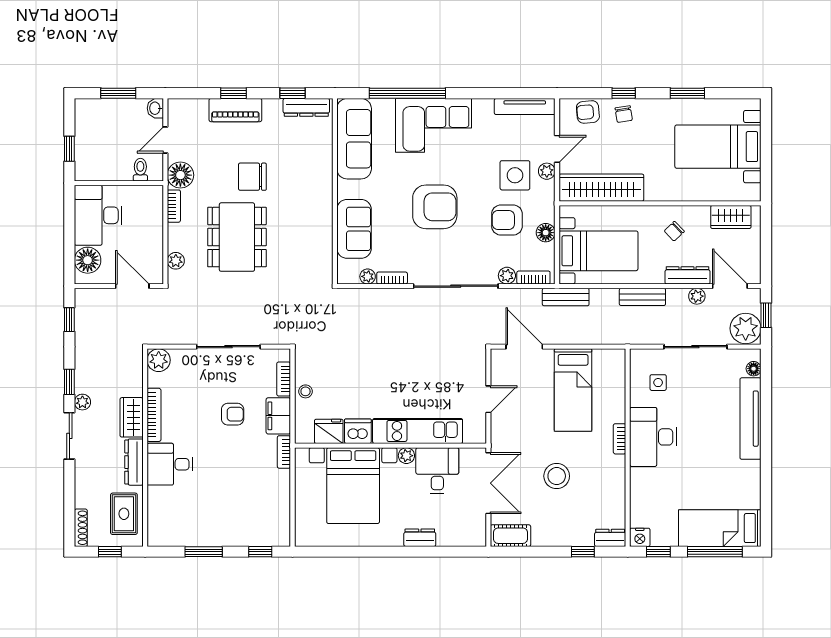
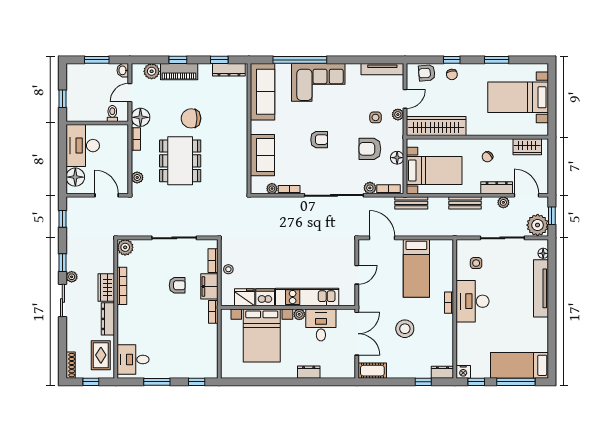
plant: (196, 110) -> (152, 71), added
side table: (515, 175) -> (376, 117), width x0.54, depth x0.54
armchair: (435, 207) -> (319, 140), width x0.53, depth x0.53
desk: (170, 464) -> (133, 359), moved

